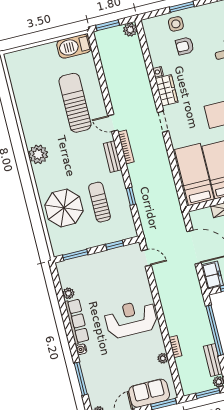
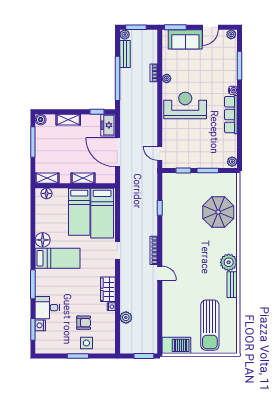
plant: (130, 30) -> (126, 317), moved
sun lounger: (75, 103) -> (210, 325), moved
doorway: (163, 122) -> (117, 251), moved
bench: (112, 157) -> (232, 285), moved
sun lounger: (99, 202) -> (187, 210), removed
window: (75, 255) -> (208, 171), moved
plant: (68, 293) -> (232, 162), moved
reception desk: (131, 319) -> (185, 105), turned 180
plant: (163, 358) -> (167, 79), moved

